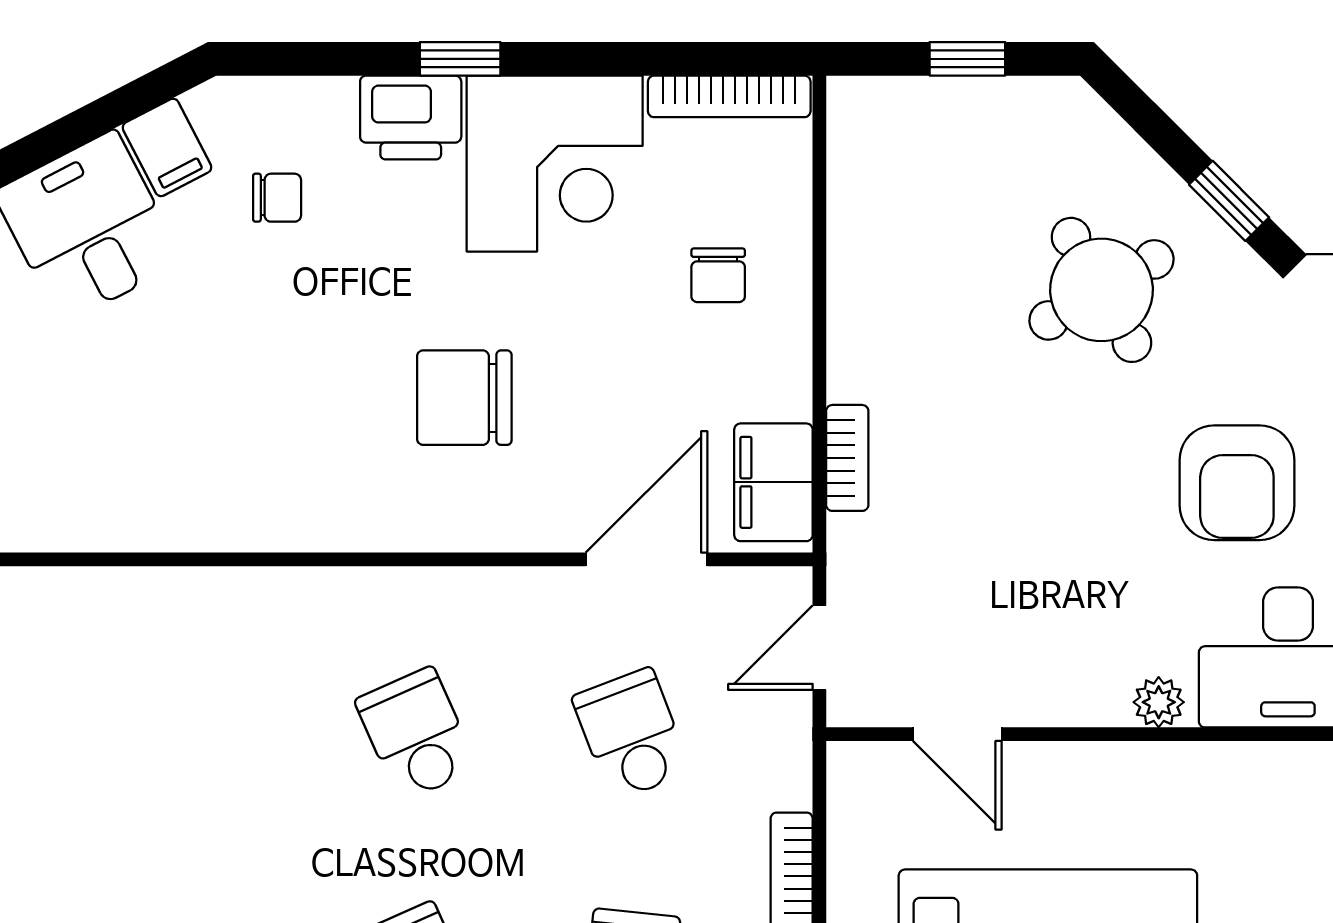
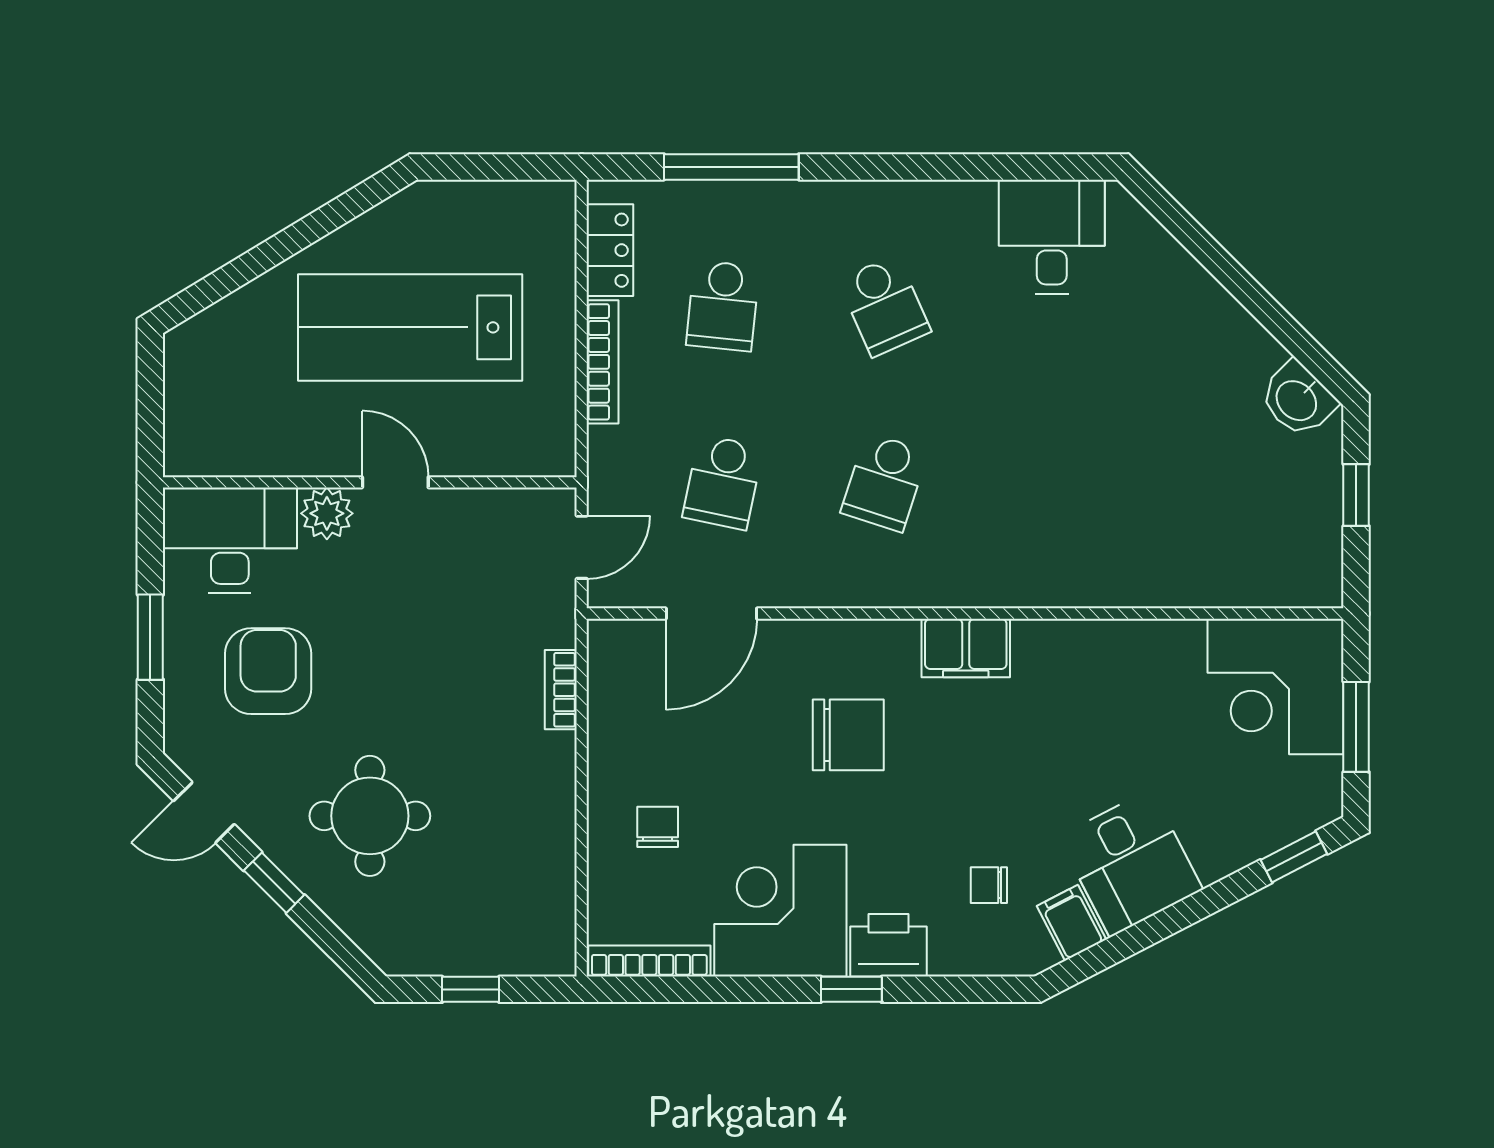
round table: (1101, 290) -> (370, 816), turned 30
filing cabinet: (773, 482) -> (966, 648), moved, turned 90
plant: (1159, 702) -> (327, 513), width x1.38, depth x1.38
school desk: (416, 734) -> (884, 482), turned 42
school desk: (631, 734) -> (723, 482), turned 33
door: (957, 734) -> (395, 482), moved

